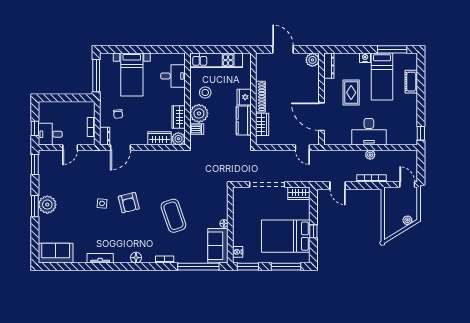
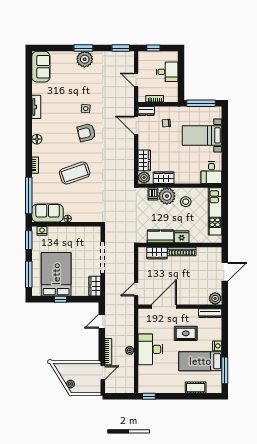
desk: (173, 76) -> (211, 173), moved
desk: (50, 134) -> (167, 72), moved, turned 90
door: (407, 185) -> (103, 373), moved

